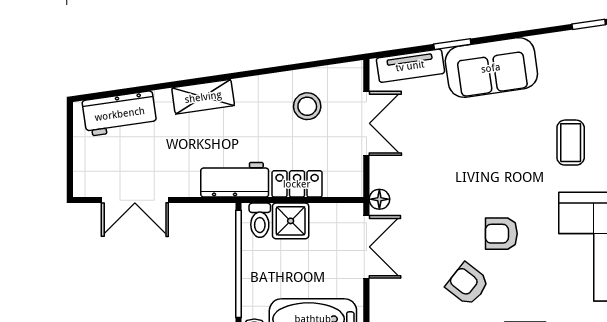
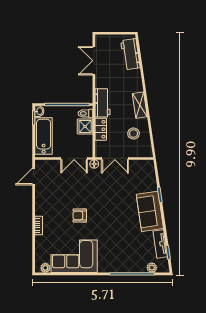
tv unit: (410, 66) -> (160, 244), moved
shelving: (203, 97) -> (140, 105), moved
double door: (366, 123) -> (115, 158), moved
coffee table: (571, 143) -> (118, 245), removed
armchair: (501, 234) -> (80, 216), turned -90
armchair: (467, 284) -> (58, 201), removed

